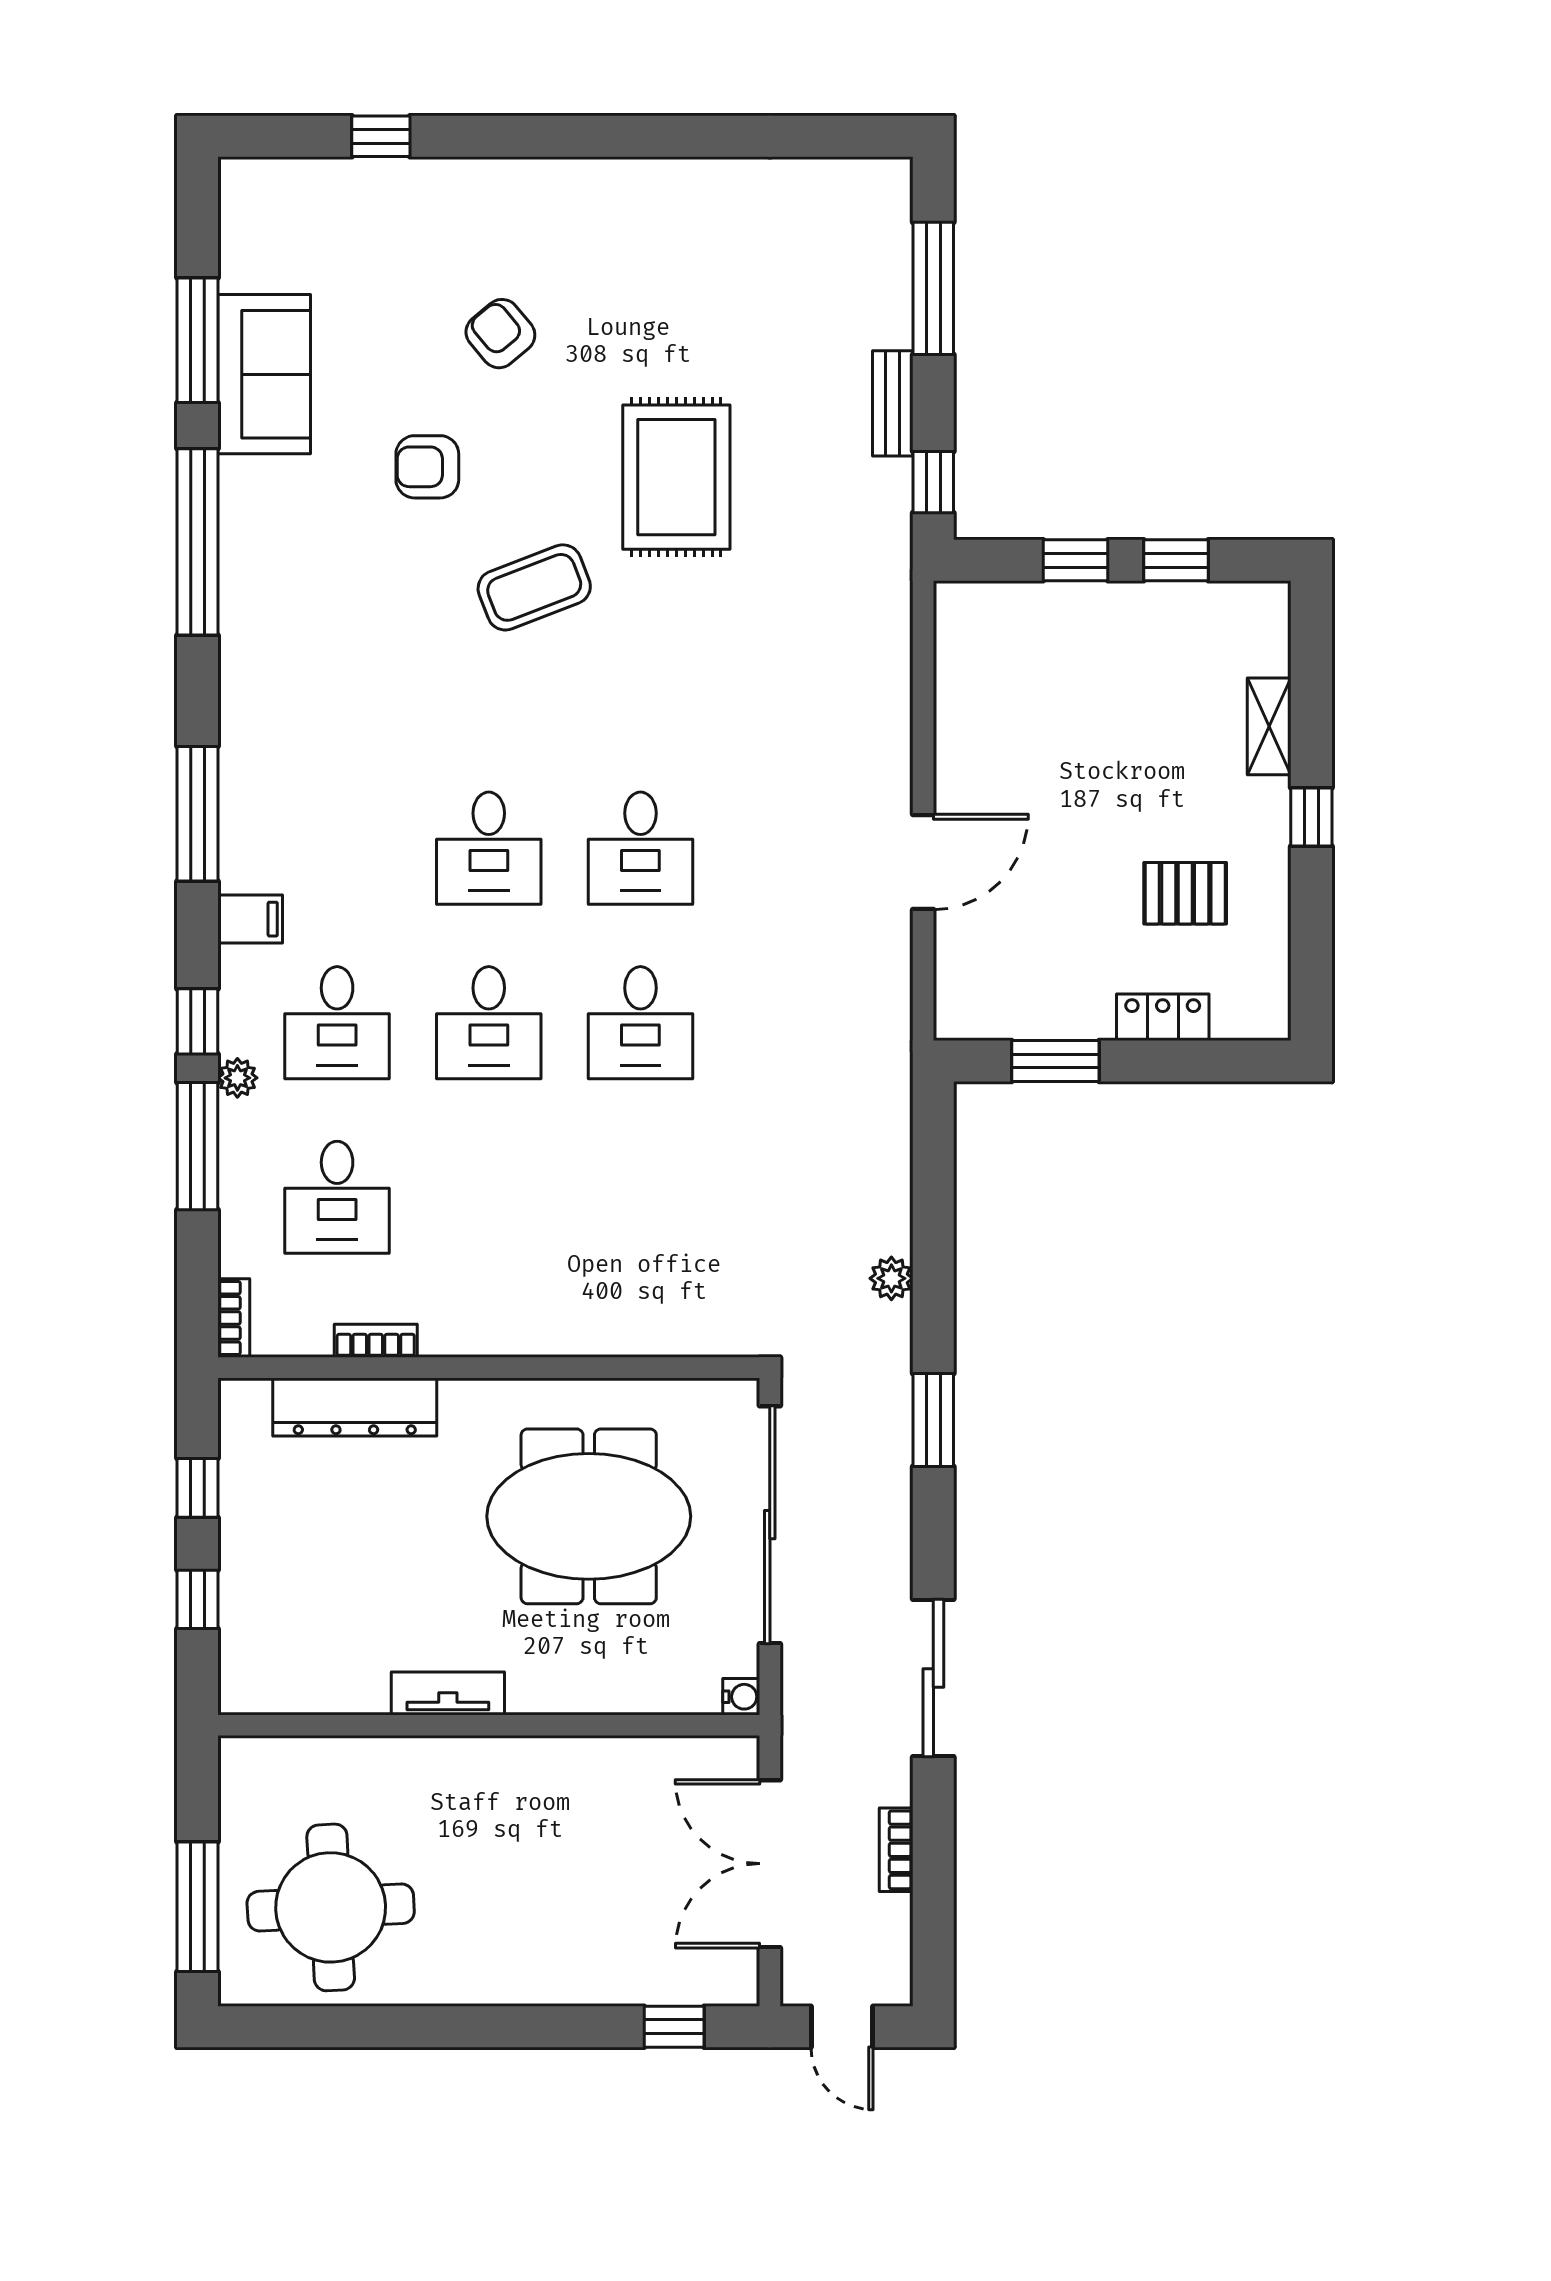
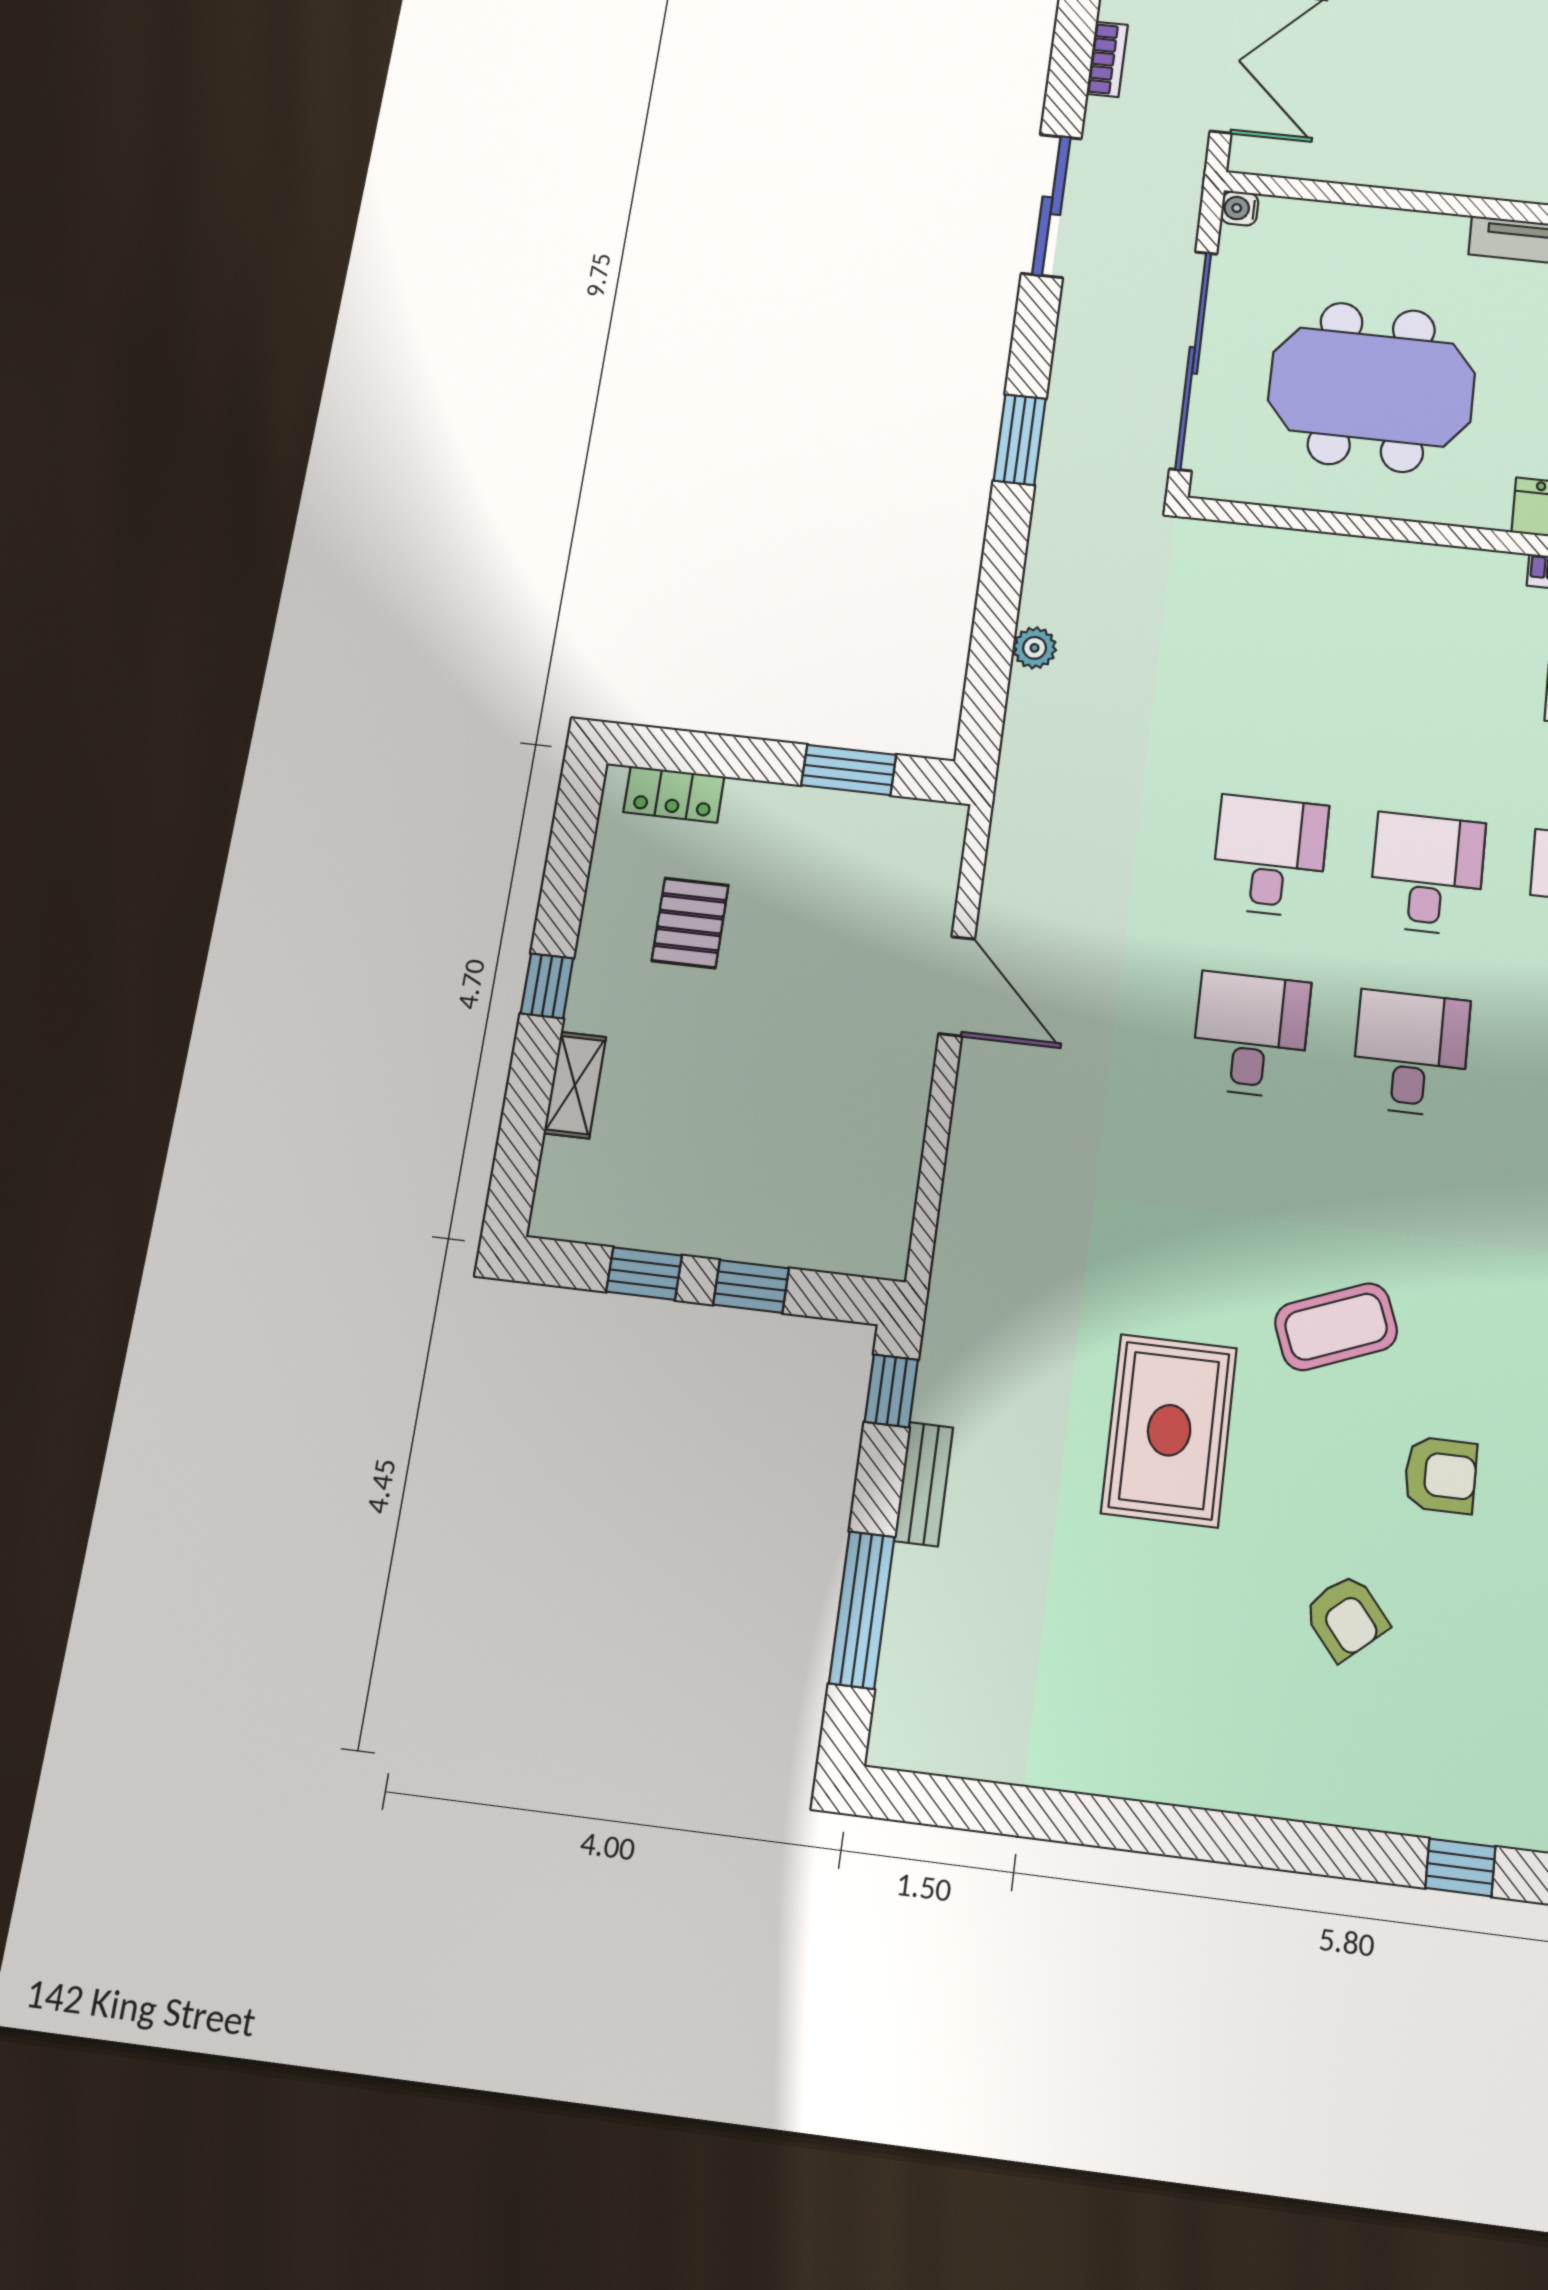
door: (923, 862) -> (957, 986), swing flipped
pallet: (1185, 893) -> (690, 923), turned 90
locker: (1163, 1017) -> (674, 794), moved
plant: (891, 1278) -> (1035, 648), moved

